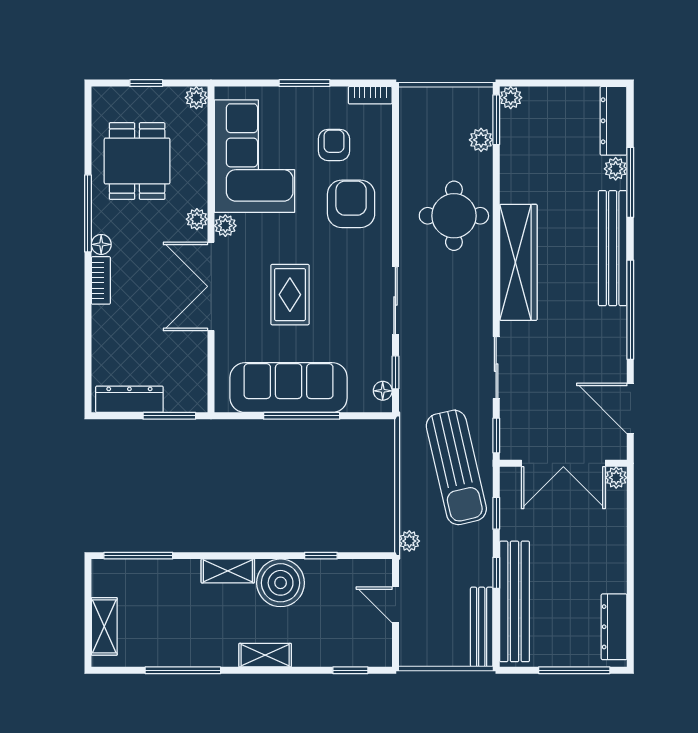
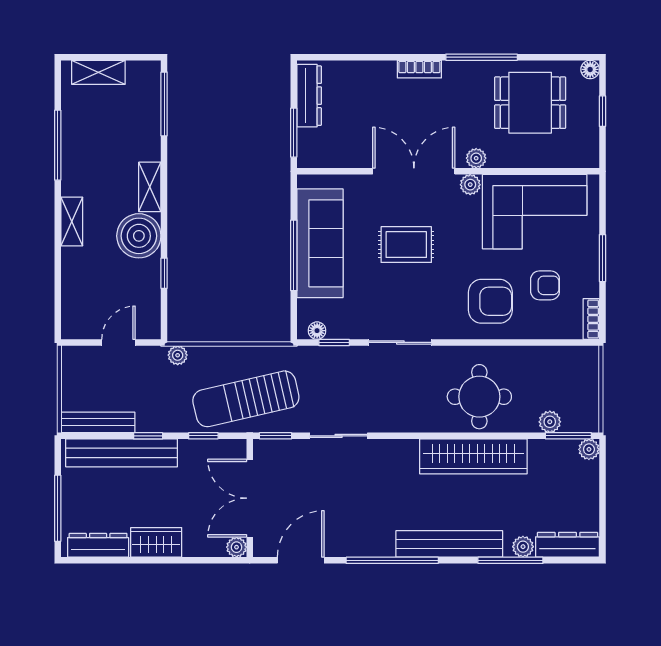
plant: (196, 98) -> (589, 158), removed
floor lamp: (101, 244) -> (590, 69), moved
wardrobe: (518, 262) -> (473, 456), moved
wardrobe: (611, 564) -> (156, 542), added
window: (350, 670) -> (58, 301), removed

